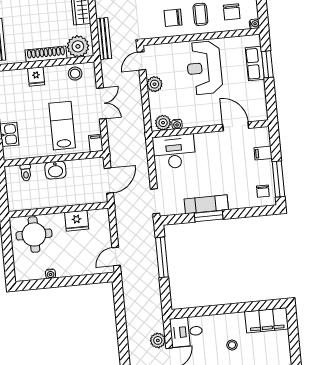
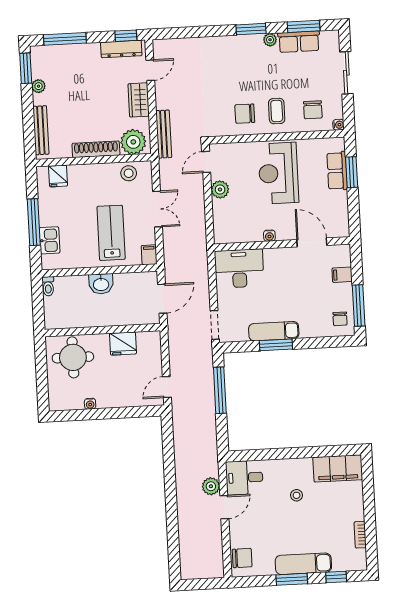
fridge: (36, 77) -> (58, 176), moved
plant: (163, 123) -> (228, 235), removed
water cooler: (177, 124) -> (269, 236), moved
toilet: (26, 173) -> (48, 286), moved

